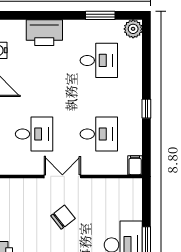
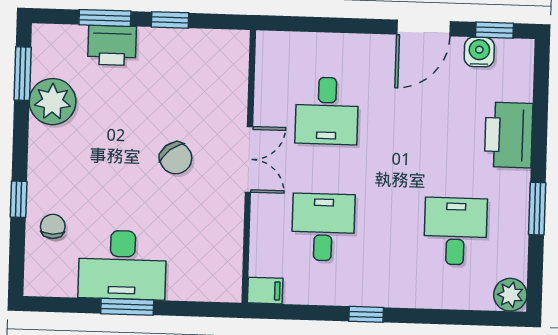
window: (100, 15) -> (537, 209), moved
desk: (99, 60) -> (455, 231), turned 180
desk: (99, 134) -> (323, 227), turned 180

